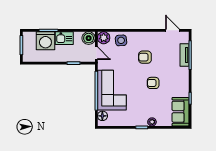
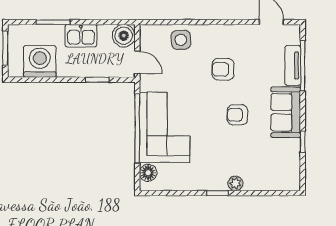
plant: (104, 38) -> (150, 35), removed
washing machine: (45, 41) -> (40, 61), moved, turned 180
sofa: (181, 112) -> (286, 112), moved

